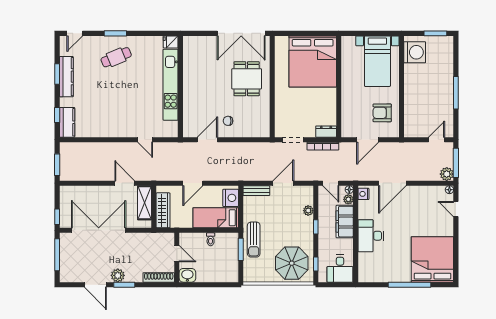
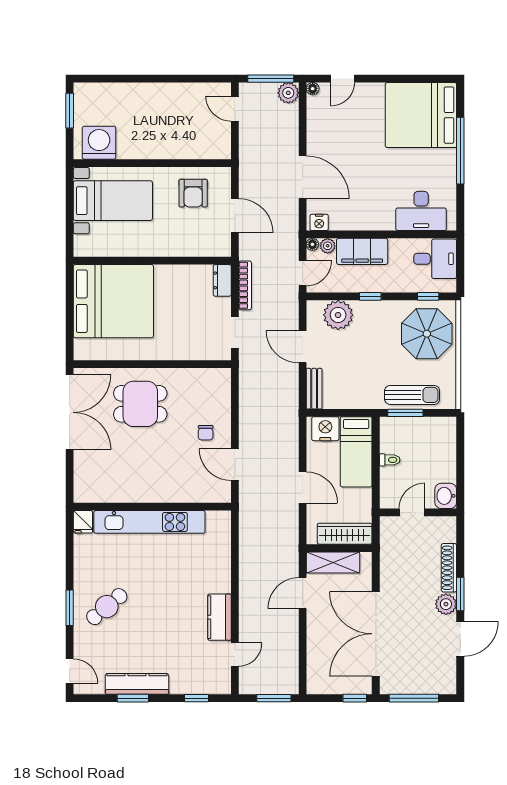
cafe table: (116, 57) -> (107, 607), turned 73
window: (456, 93) -> (162, 79), removed
kitchen counter: (67, 122) -> (220, 617), moved, turned -90
door: (145, 140) -> (235, 655), moved
plant: (308, 211) -> (338, 315), width x1.87, depth x1.87
desk: (371, 236) -> (421, 211), moved
sun lounger: (254, 240) -> (412, 395), moved
shoe rack: (159, 277) -> (449, 568), moved

